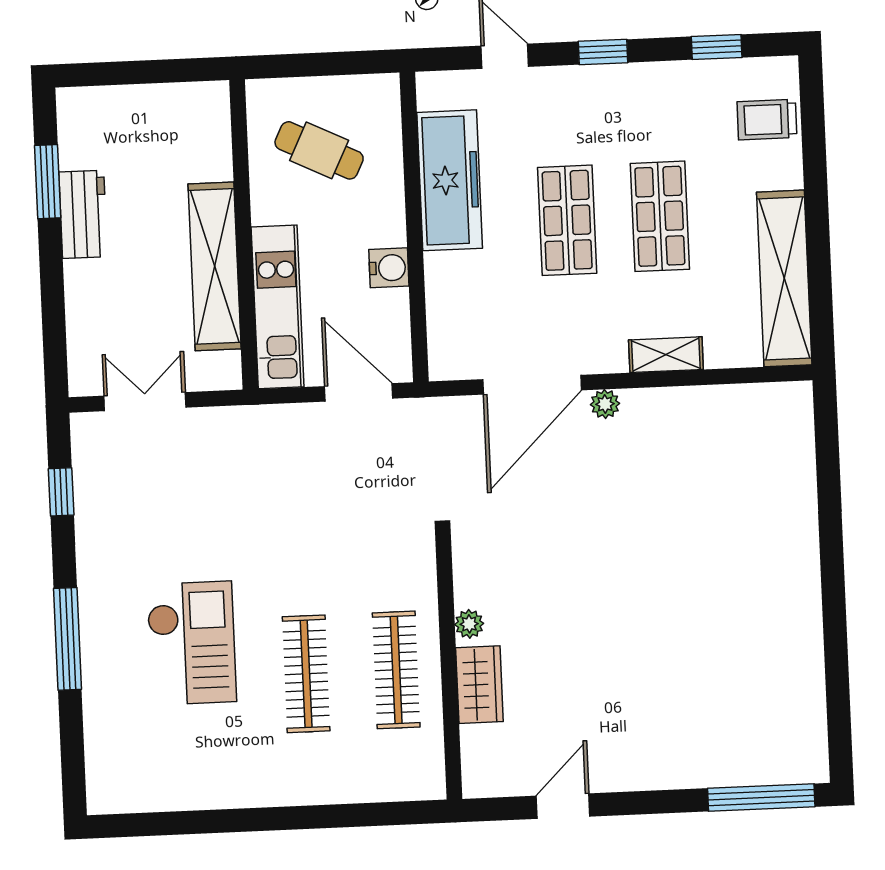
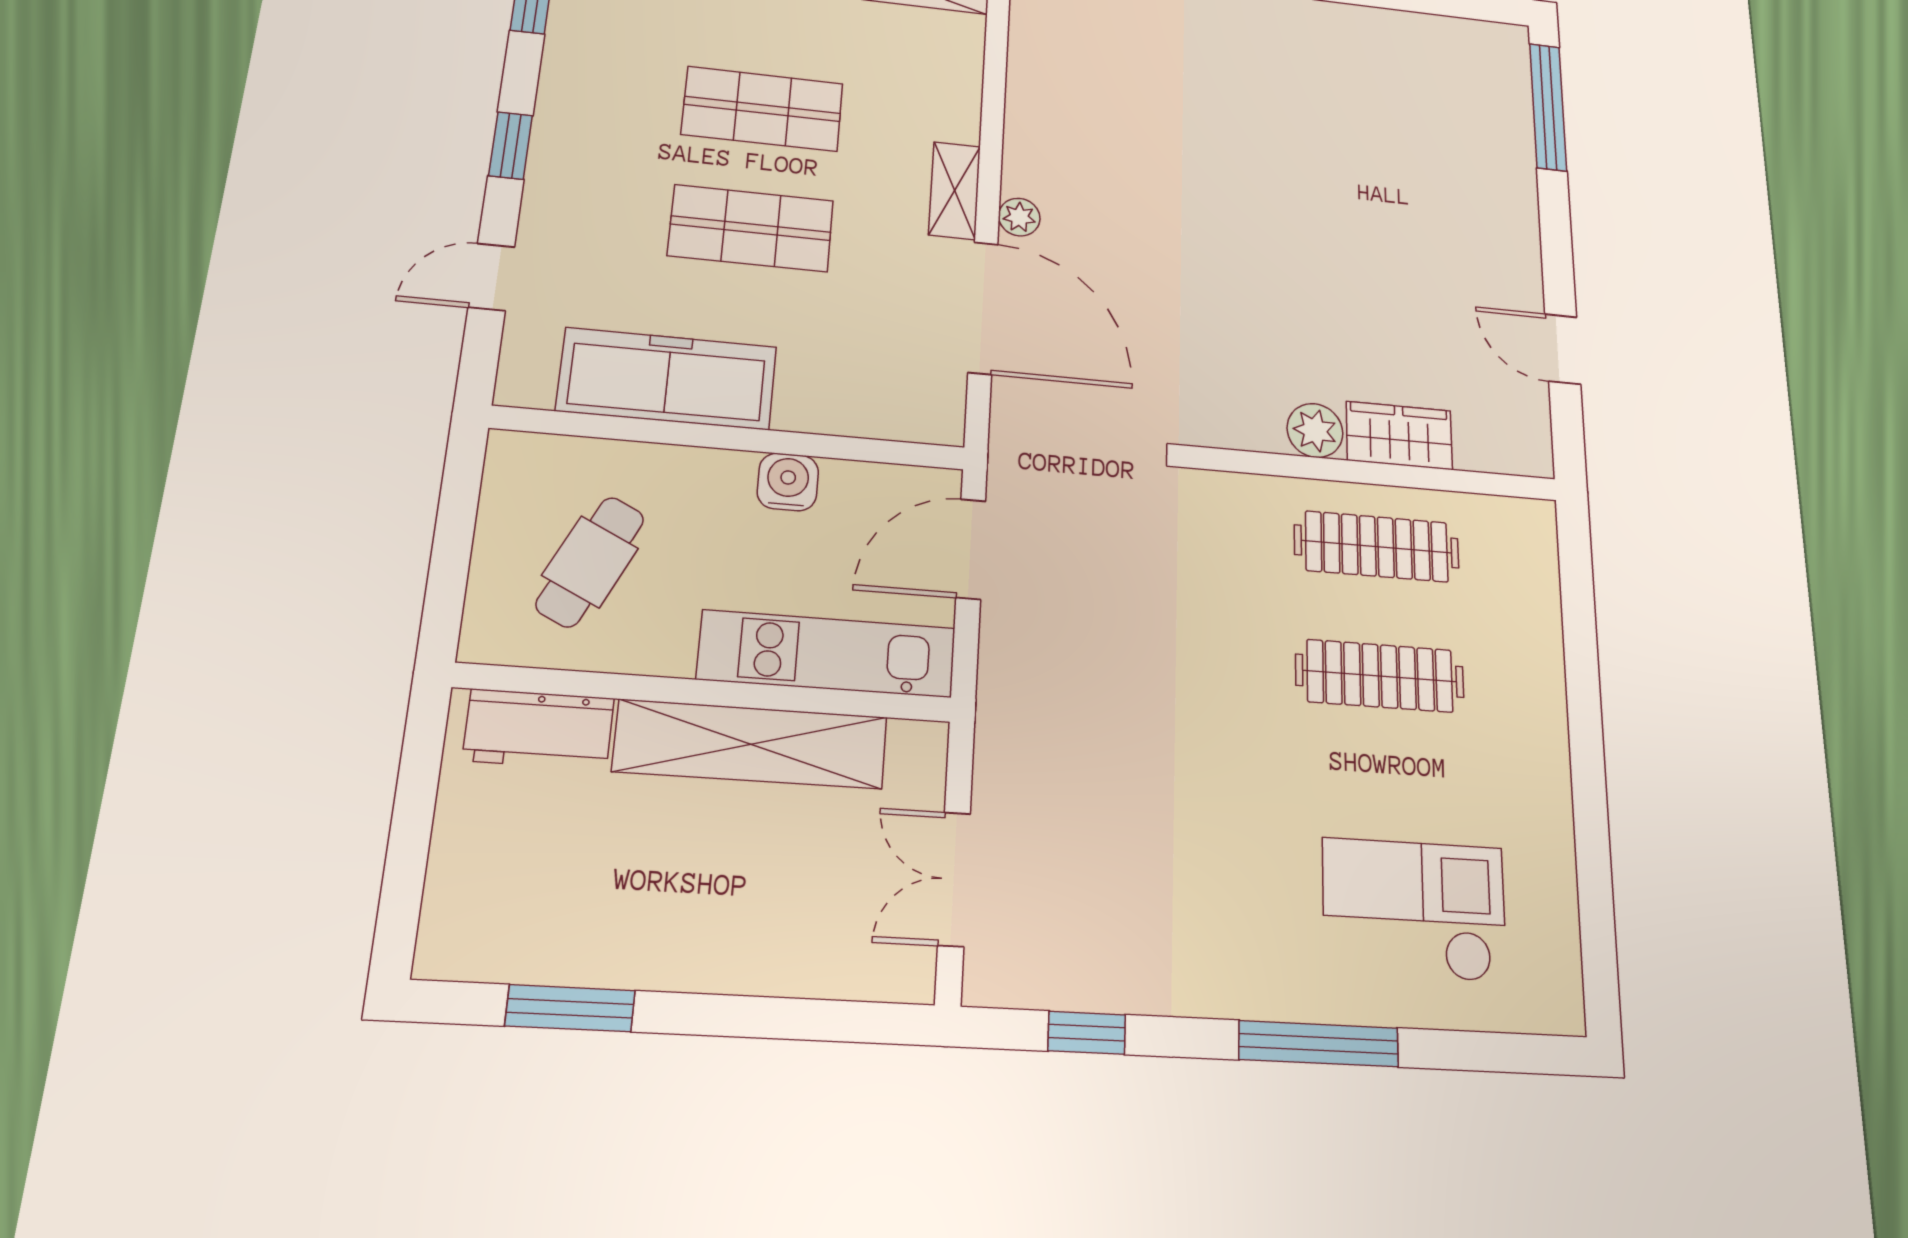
workbench: (83, 214) -> (539, 729), moved, turned 180
shelving: (666, 355) -> (955, 191), moved
plant: (469, 624) -> (1315, 431), width x1.38, depth x1.38
checkout: (191, 643) -> (1414, 910), moved

